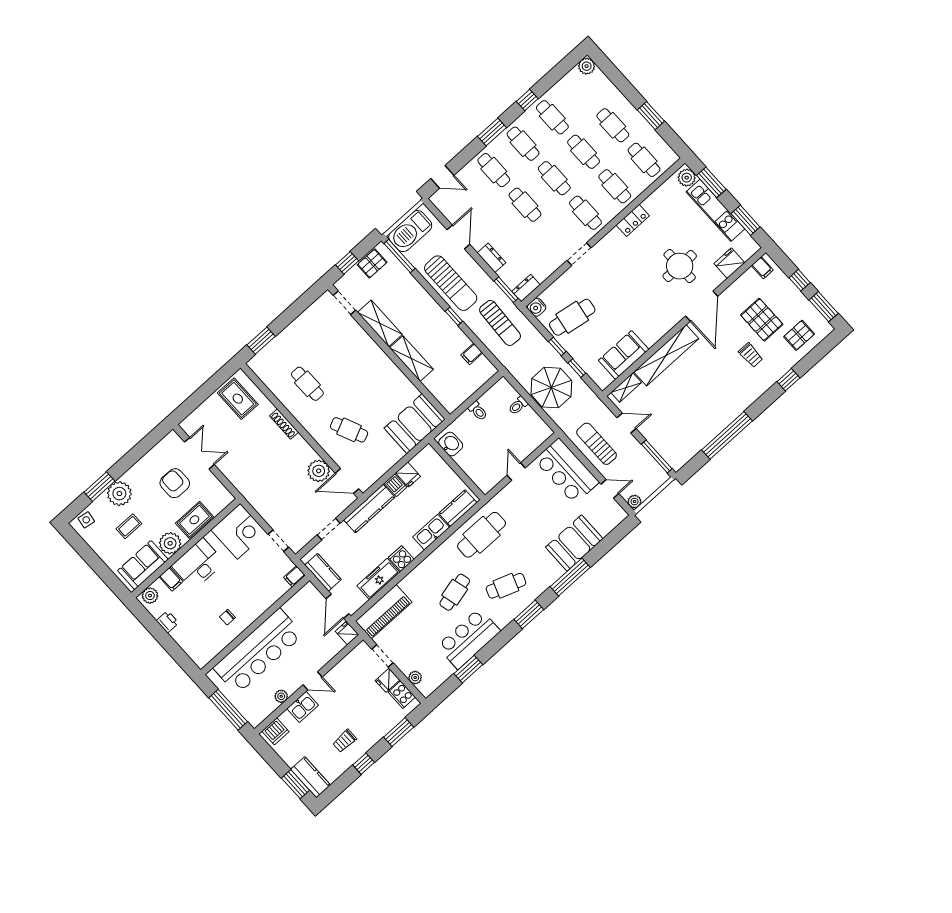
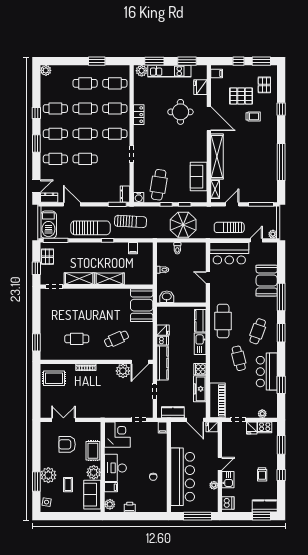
dresser: (491, 258) -> (49, 198), moved

